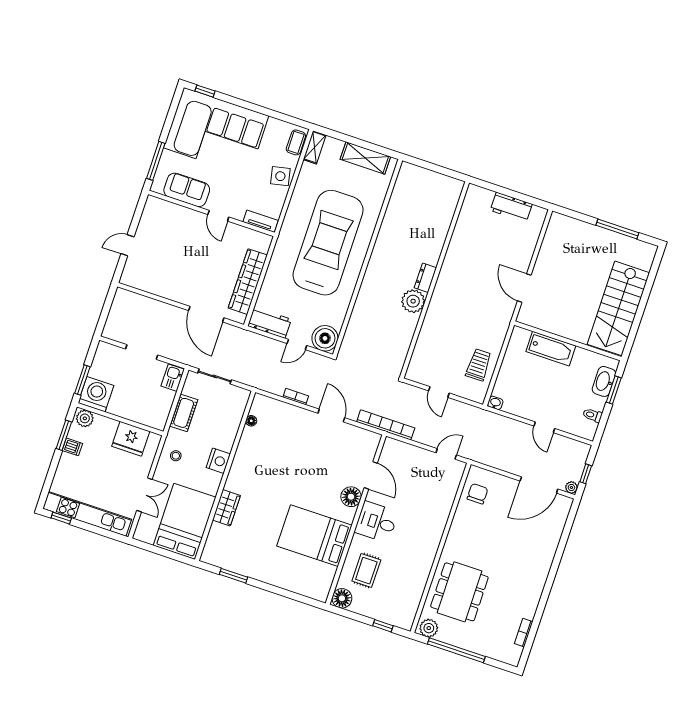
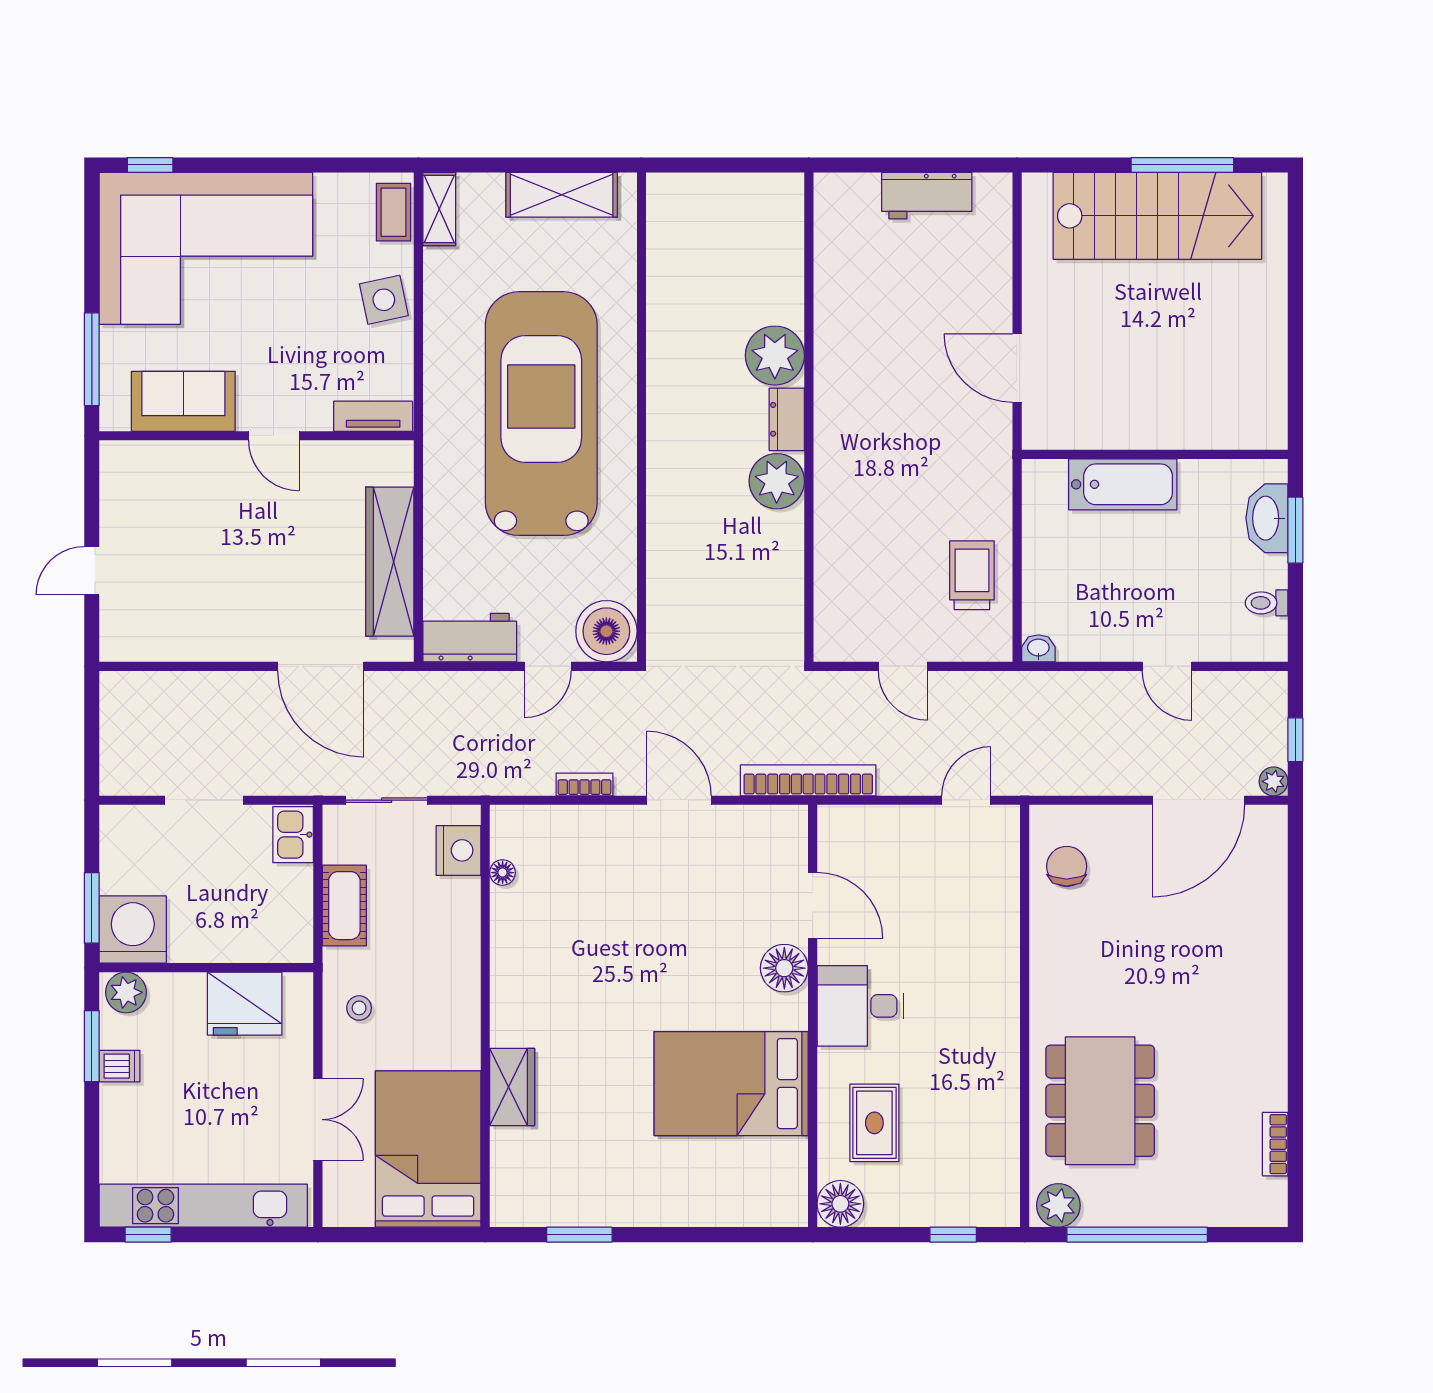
plant: (429, 251) -> (775, 356), added
stairs: (618, 308) -> (1157, 216), moved, turned -90
nightstand: (218, 461) -> (458, 850), moved

